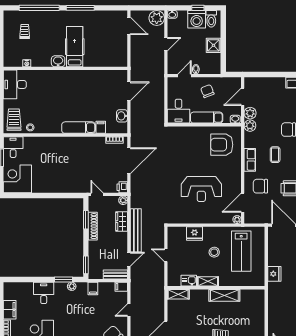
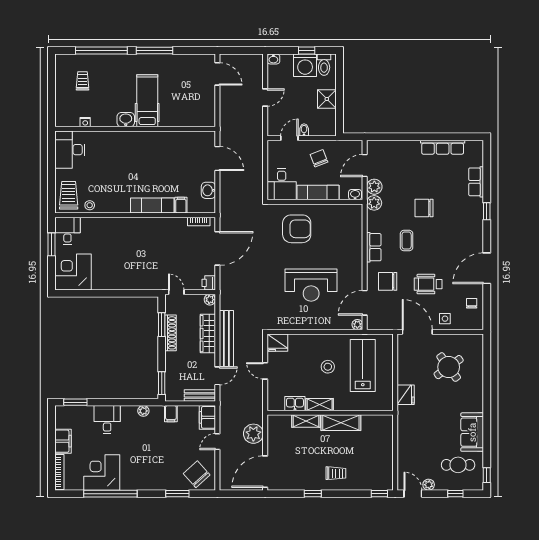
plant: (157, 18) -> (253, 434), moved
door: (129, 91) -> (217, 159), hinge flipped
armchair: (222, 145) -> (297, 229), moved, turned 180
wardrobe: (122, 222) -> (208, 334), width x1.50
fridge: (194, 234) -> (277, 343), moved
lab bench: (241, 251) -> (363, 365), turned 180
window: (64, 280) -> (75, 402), moved
filing cabinet: (121, 287) -> (207, 417), width x2.00
shelving: (178, 294) -> (306, 421), moved

